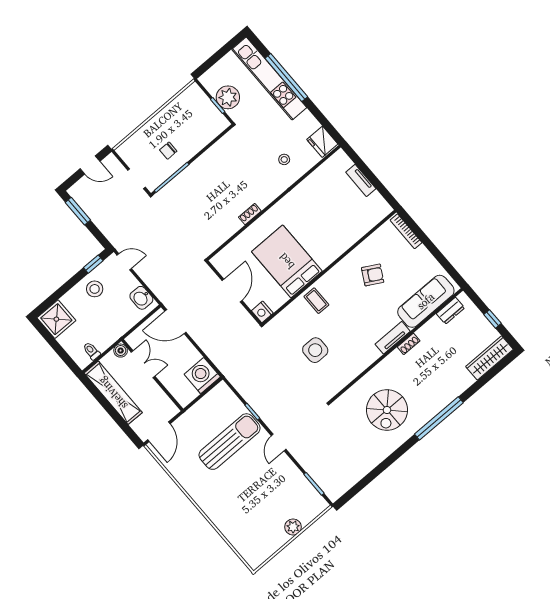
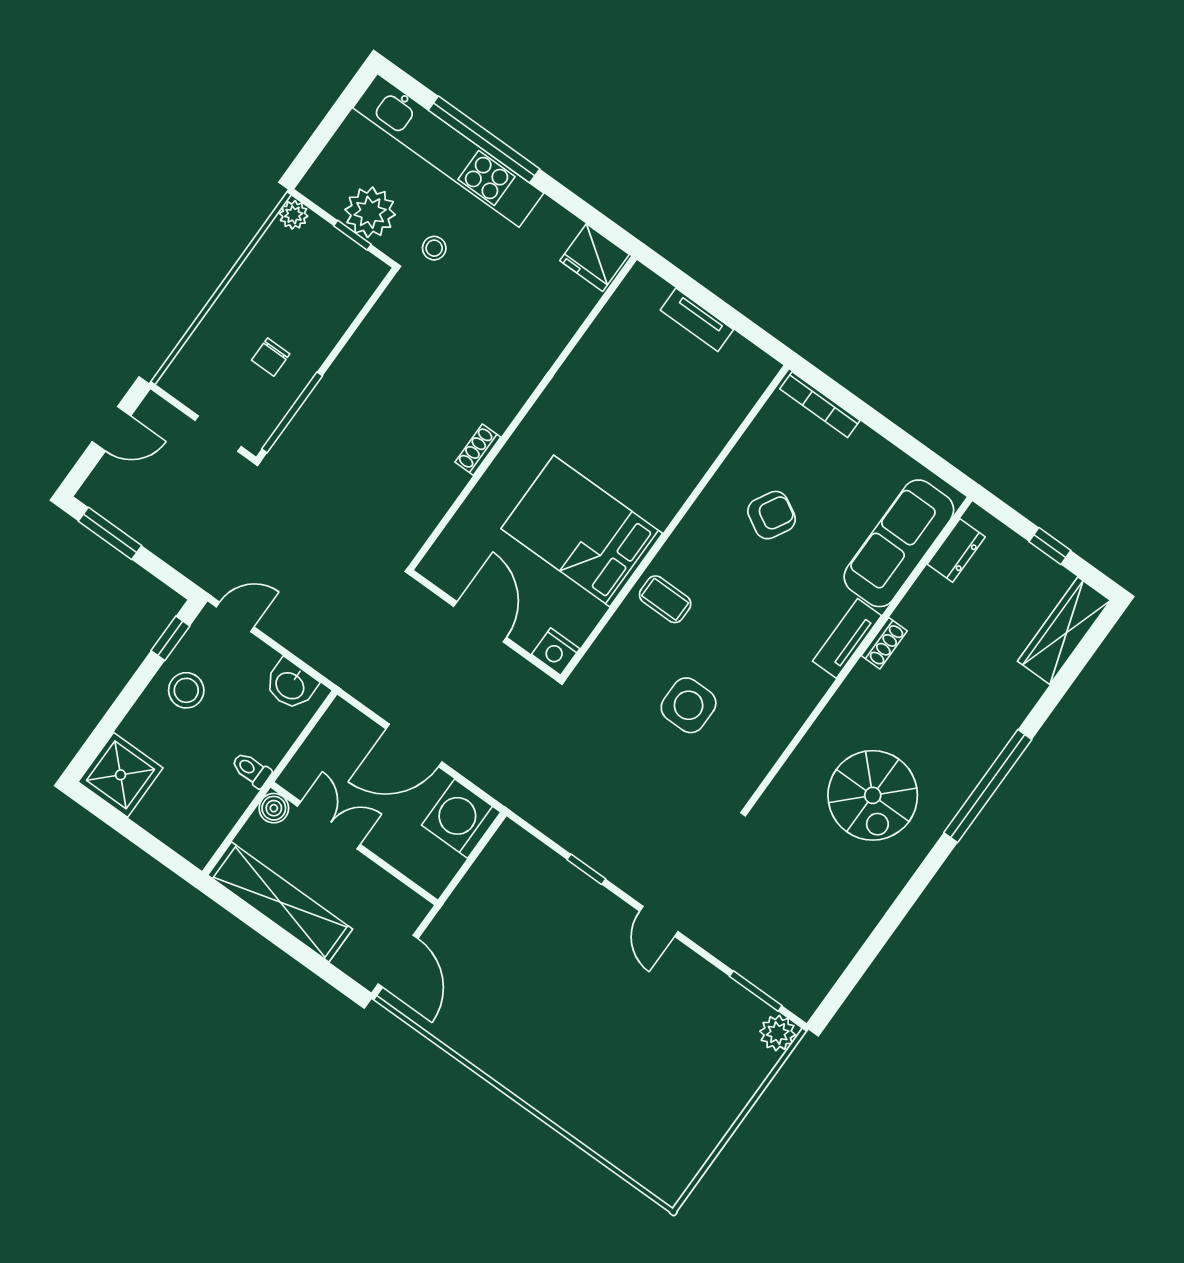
plant: (194, 90) -> (294, 215), added
stool: (284, 159) -> (434, 248), moved
door: (175, 322) -> (414, 745), moved
toilet: (92, 351) -> (251, 770), moved
sun lounger: (230, 442) -> (554, 945), removed
plant: (293, 527) -> (778, 1033), moved

